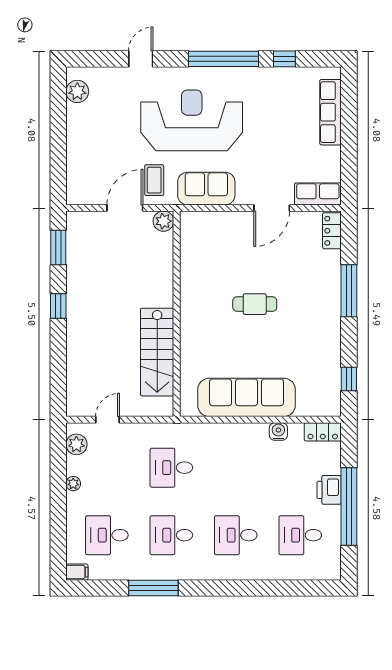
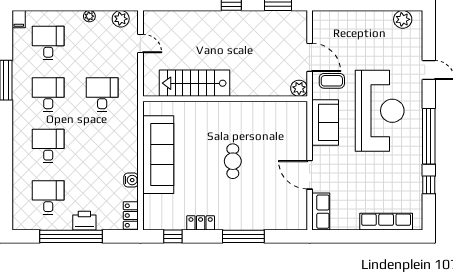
locker: (332, 231) -> (201, 223), moved

